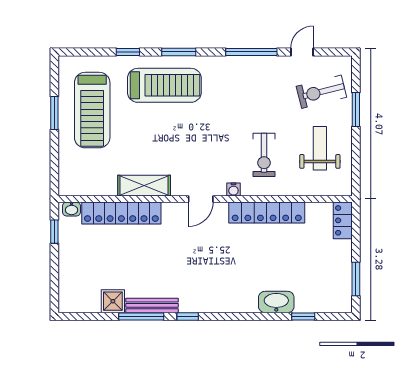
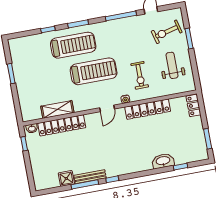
treadmill: (92, 110) -> (94, 71), moved, turned -90
shelving: (144, 186) -> (57, 110), moved

